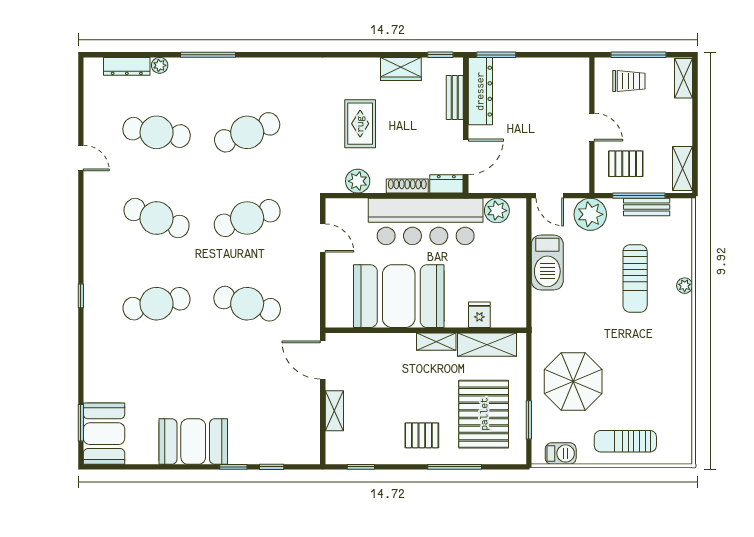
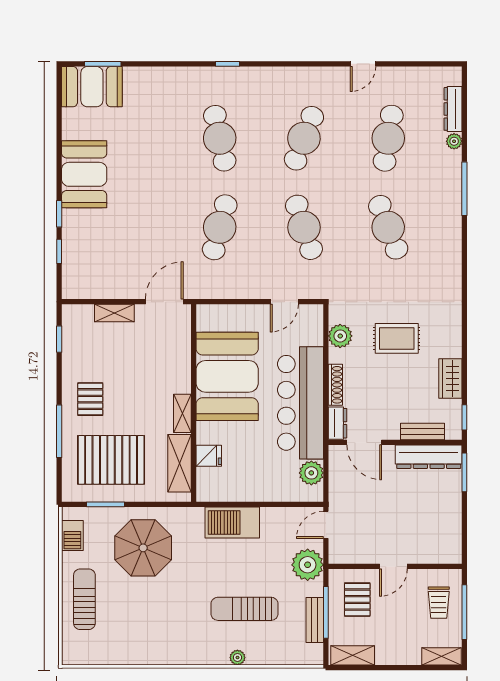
barbecue: (547, 262) -> (232, 522), moved

